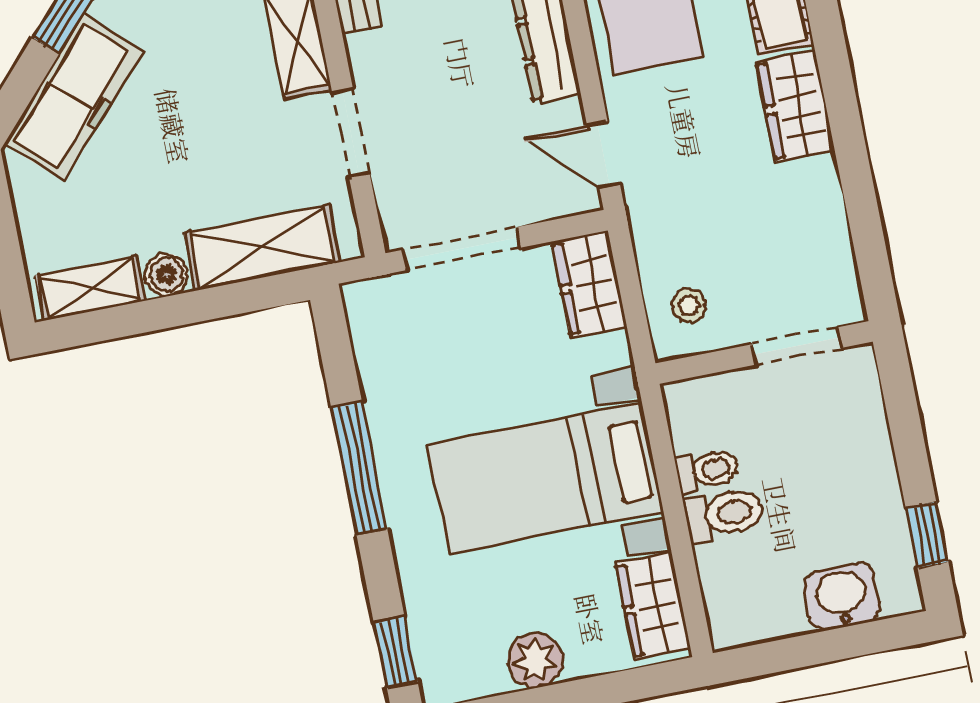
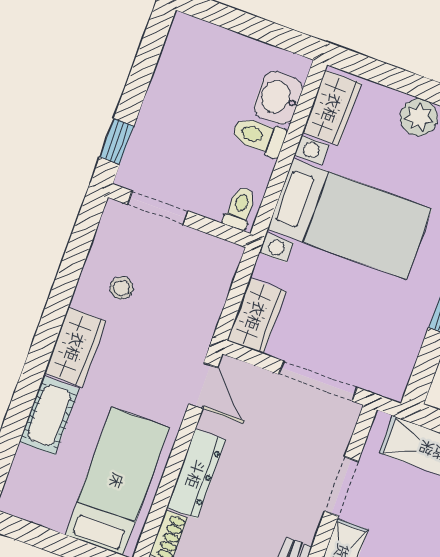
stool: (689, 305) -> (122, 288), moved
toilet: (708, 470) -> (240, 208), moved, turned 90
window: (927, 535) -> (117, 141), moved
washbasin: (842, 597) -> (278, 98), moved, turned 90

